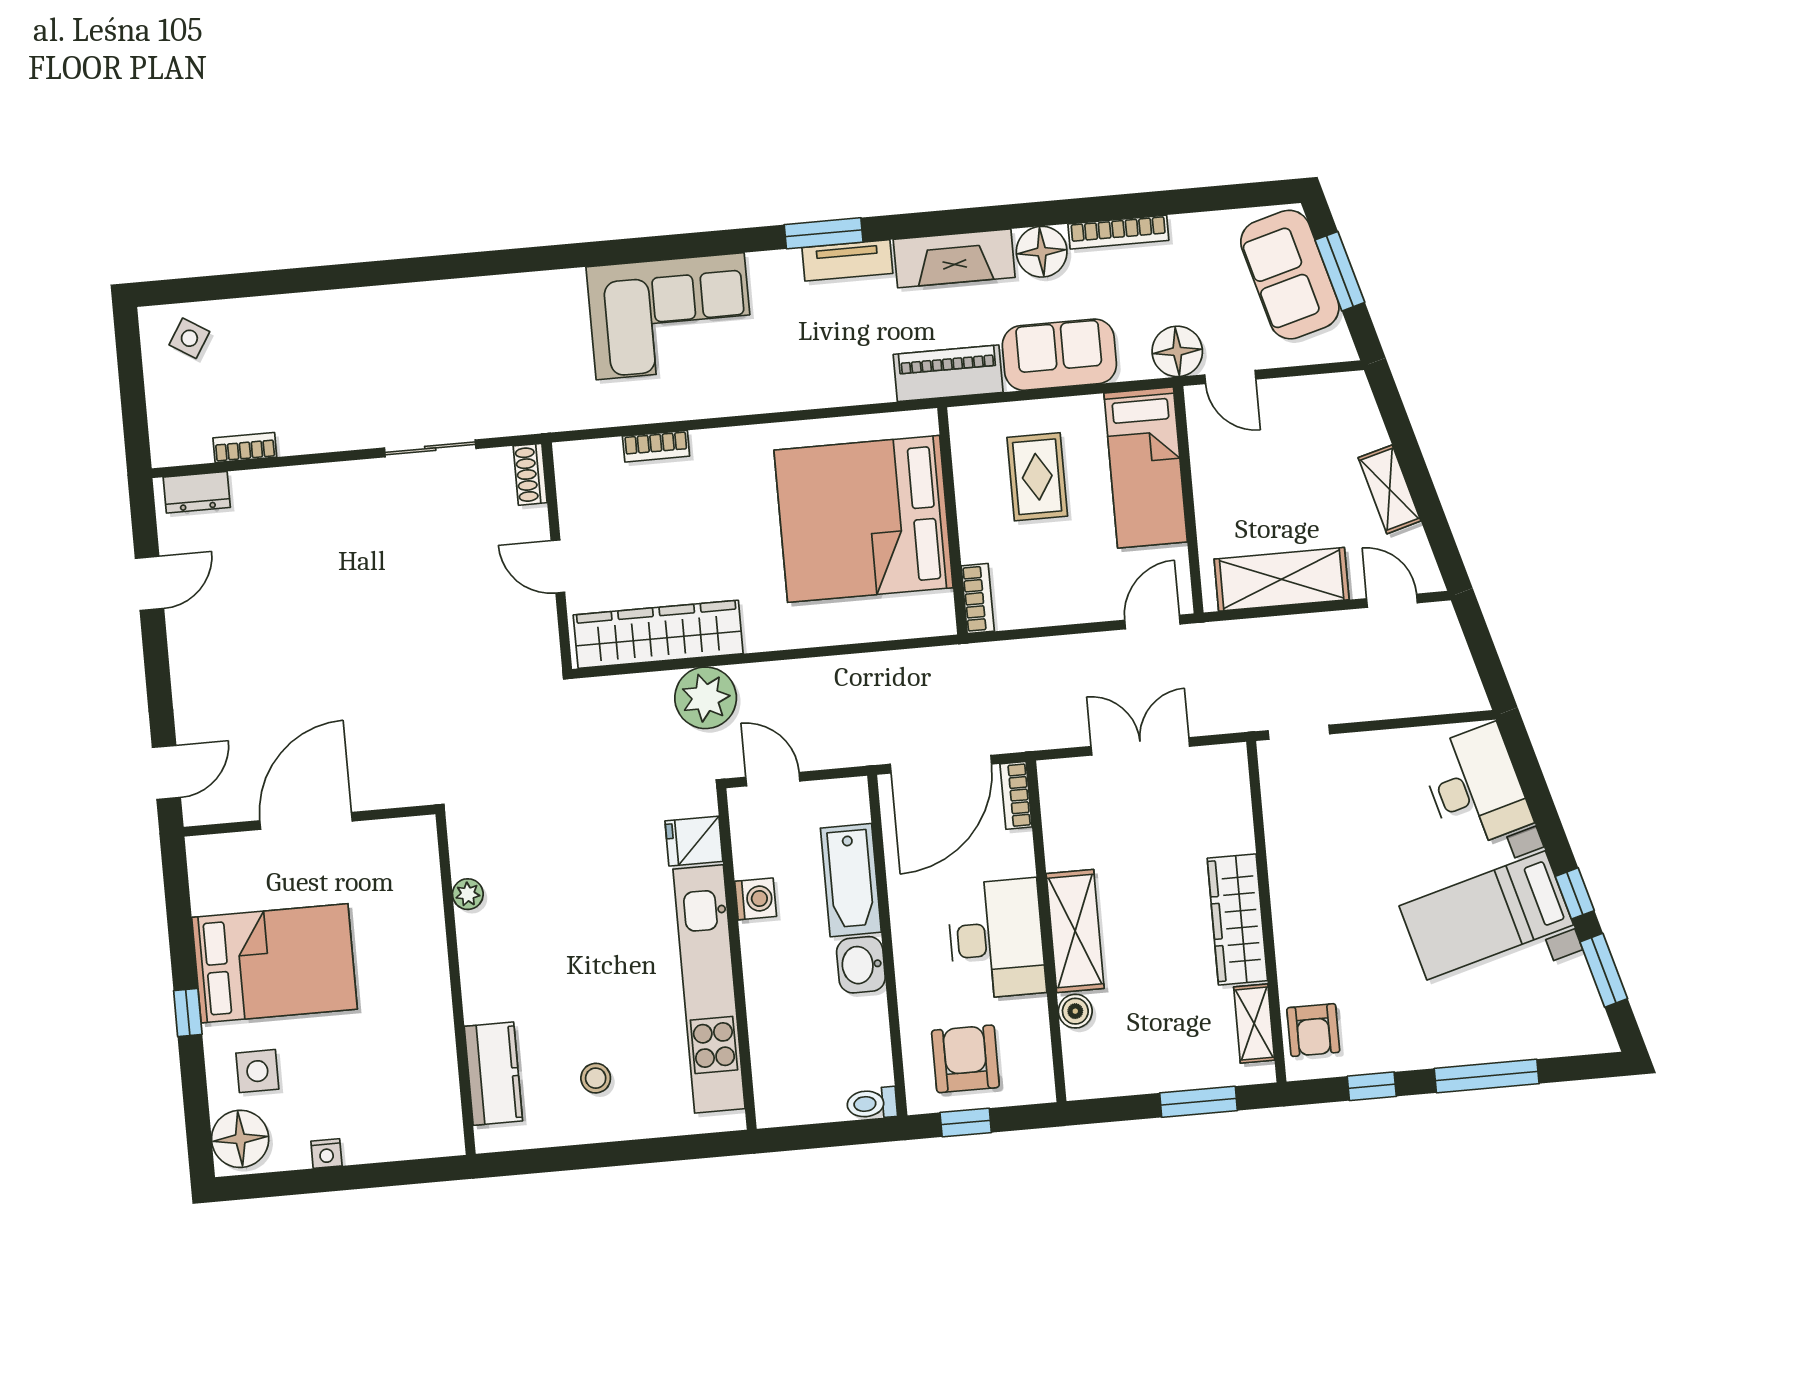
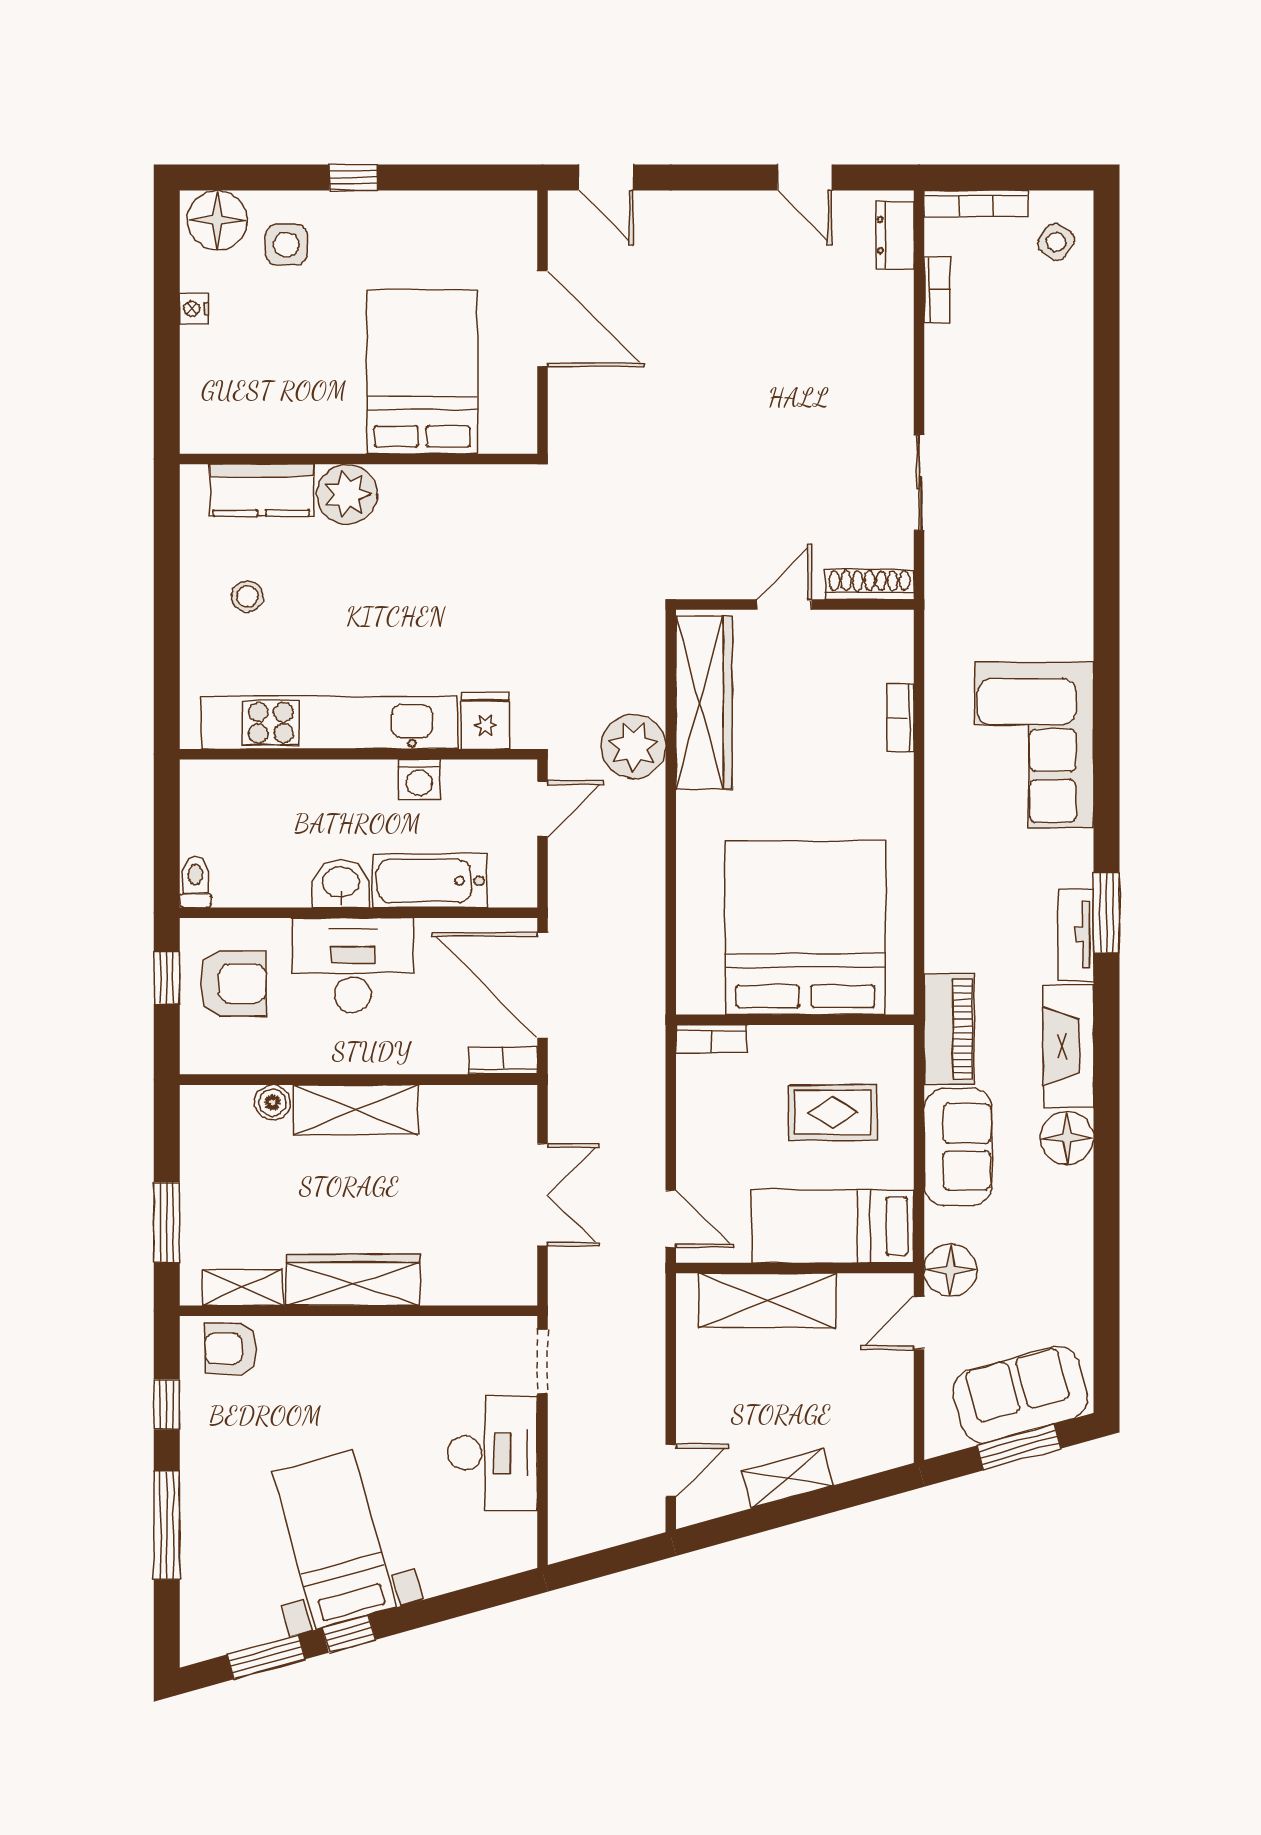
bookcase: (1118, 232) -> (976, 204), moved, turned -90
shoe rack: (530, 474) -> (869, 584), width x1.43
shelving: (1282, 579) -> (767, 1300), moved, turned 90
desk: (1476, 787) -> (492, 1453), moved, turned -74
plant: (468, 894) -> (347, 494), moved, width x1.87, depth x1.87
desk: (996, 939) -> (353, 965), moved, turned 180
bed: (275, 963) -> (422, 372), moved, turned 180

